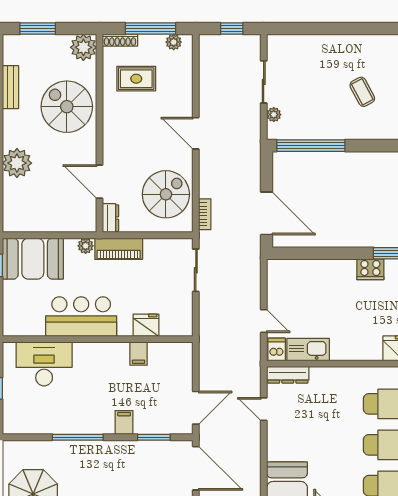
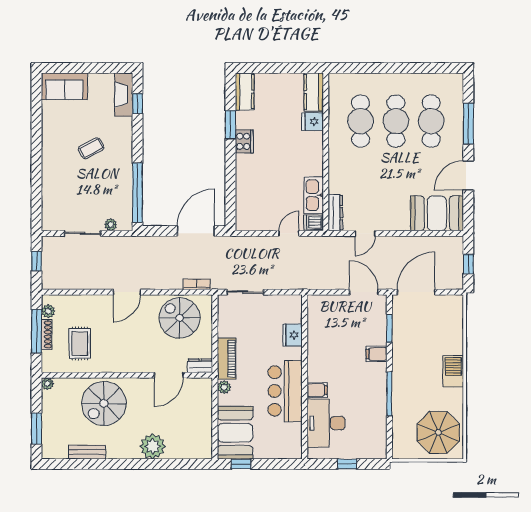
shoe rack: (120, 40) -> (47, 334), moved
plant: (83, 47) -> (47, 384), width x0.53, depth x0.53
filing cabinet: (139, 354) -> (317, 390), moved

